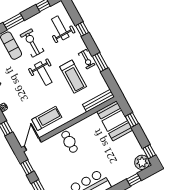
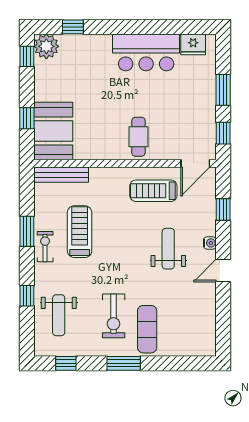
weight bench: (43, 74) -> (168, 249), moved

